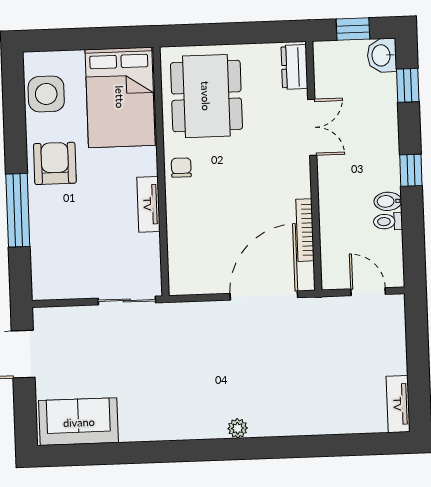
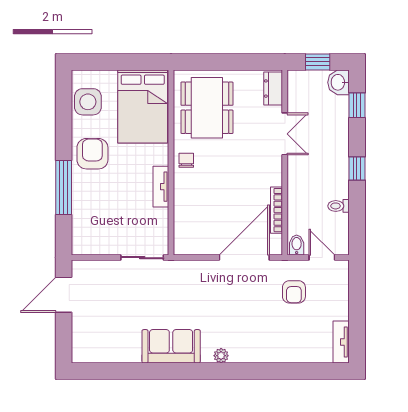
bidet: (388, 201) -> (297, 245), moved, turned 90
armchair: (332, 339) -> (294, 292), added
sofa: (79, 422) -> (171, 346), moved

